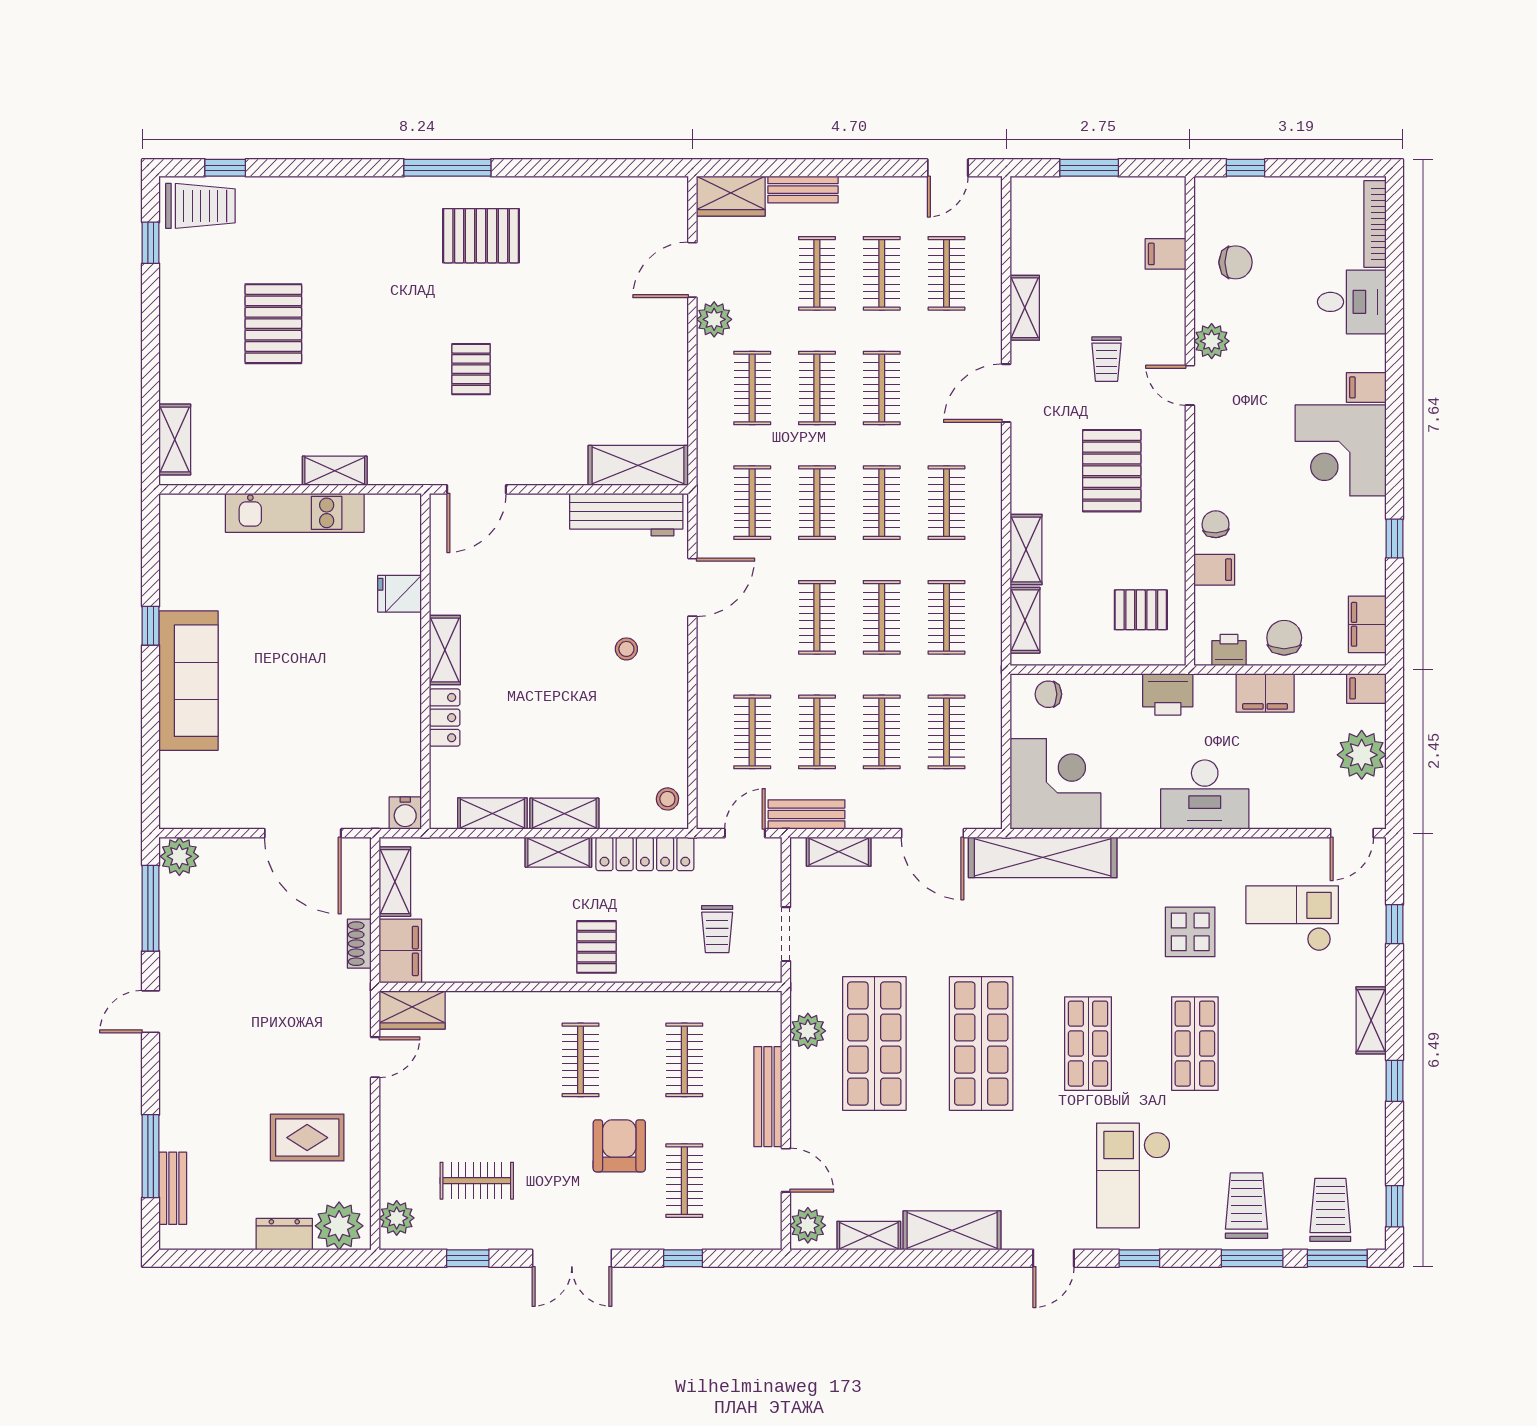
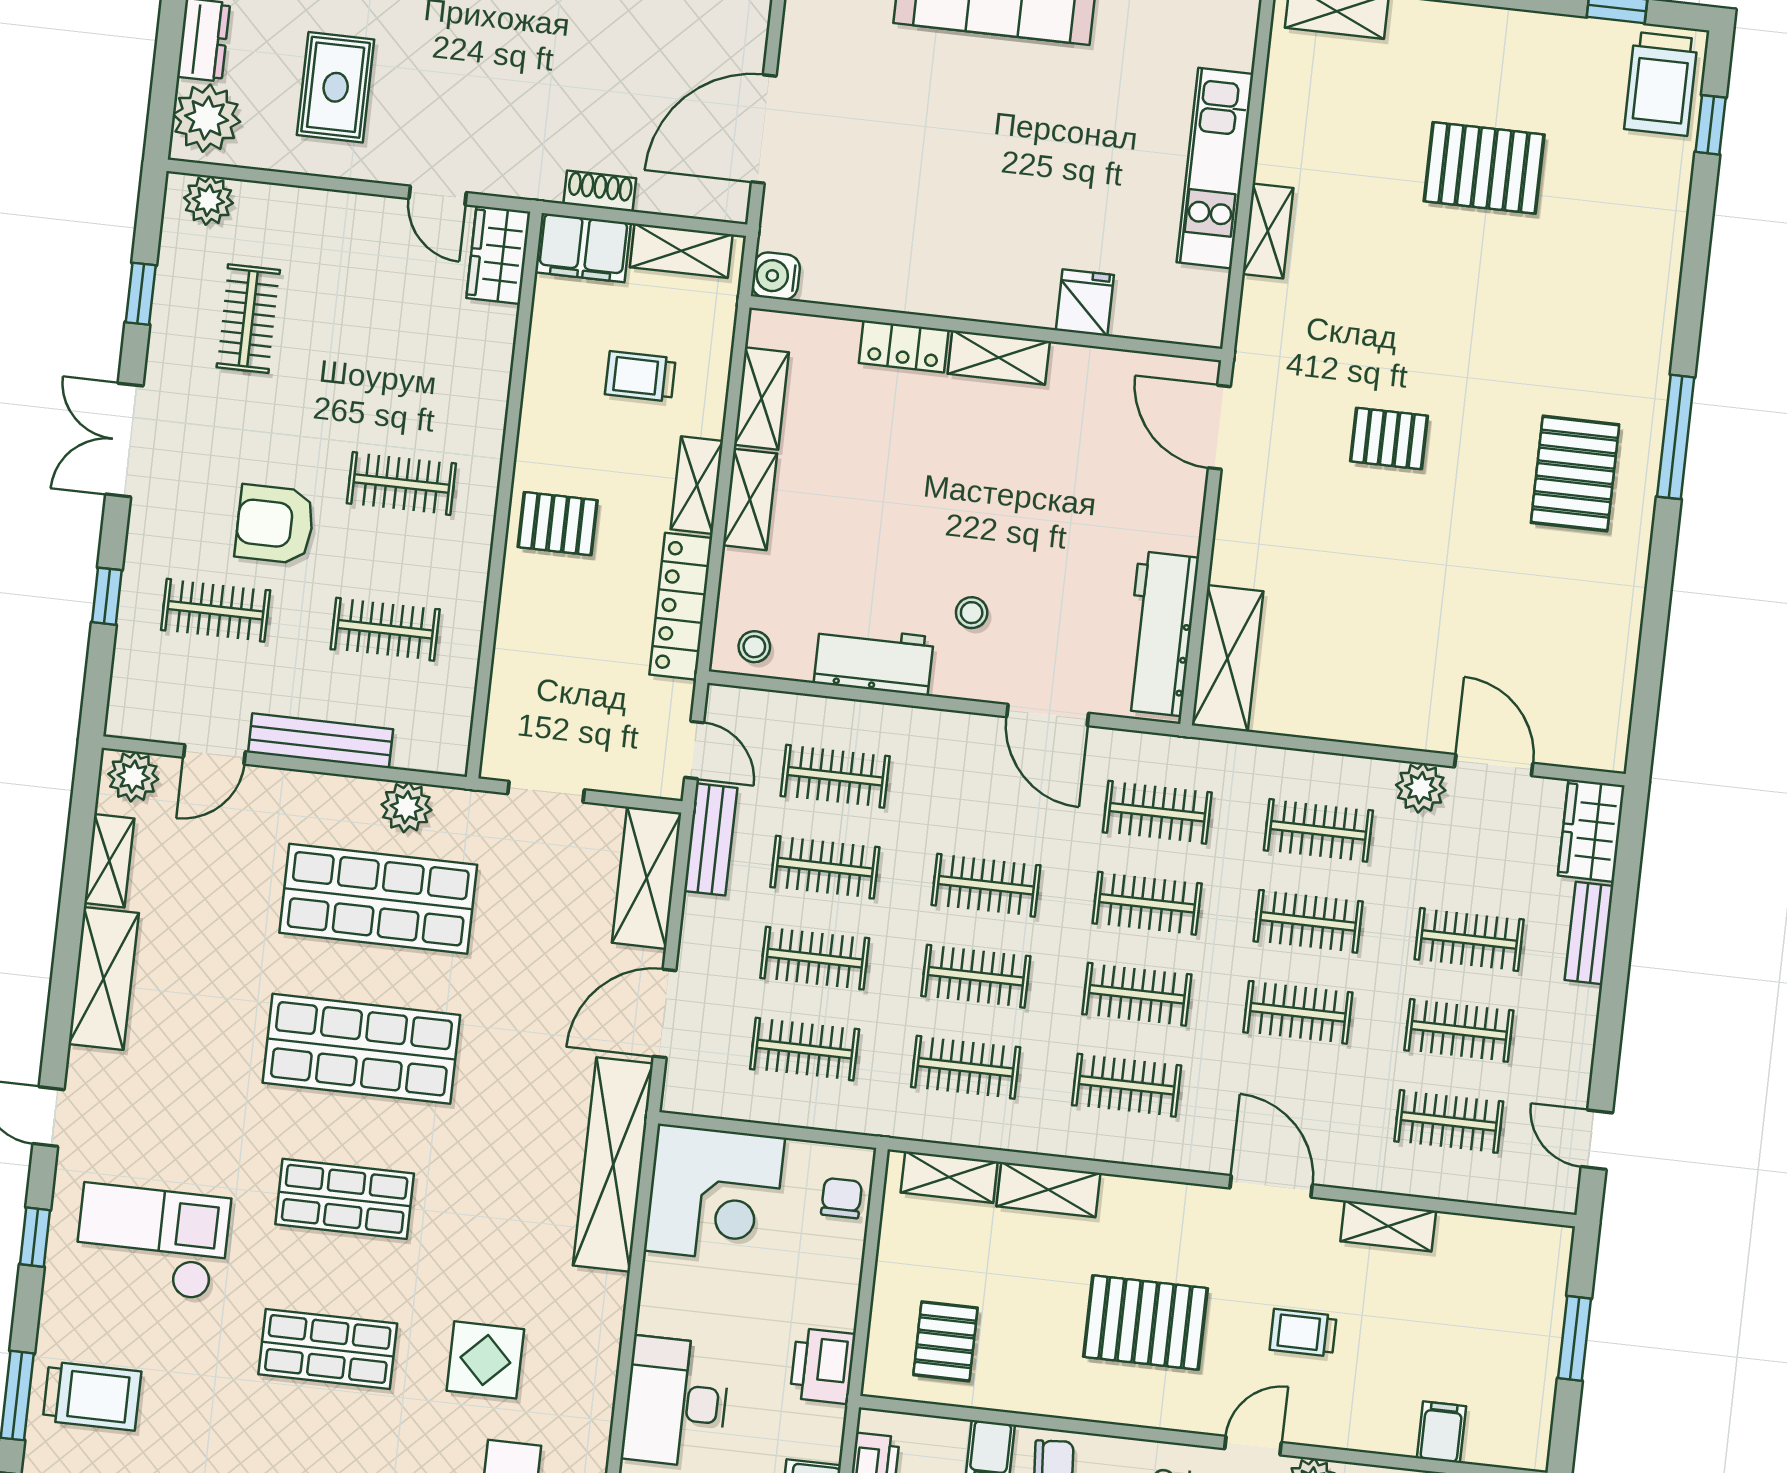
workbench: (667, 714) -> (874, 660), added
shelving: (839, 852) -> (647, 878), width x1.50, depth x1.33
trolley: (717, 929) -> (640, 376), moved
armchair: (619, 1146) -> (275, 524), turned 180

